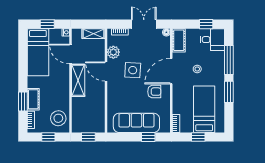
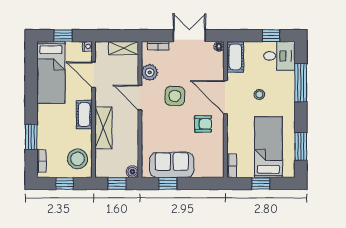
door: (171, 71) -> (225, 97), hinge flipped
shelving: (78, 80) -> (103, 128), moved
window: (229, 92) -> (301, 146), moved
cot: (33, 99) -> (84, 115), moved
sofa: (136, 123) -> (172, 165), width x0.73
boiler: (100, 128) -> (132, 172), added
window: (148, 137) -> (168, 183), moved

